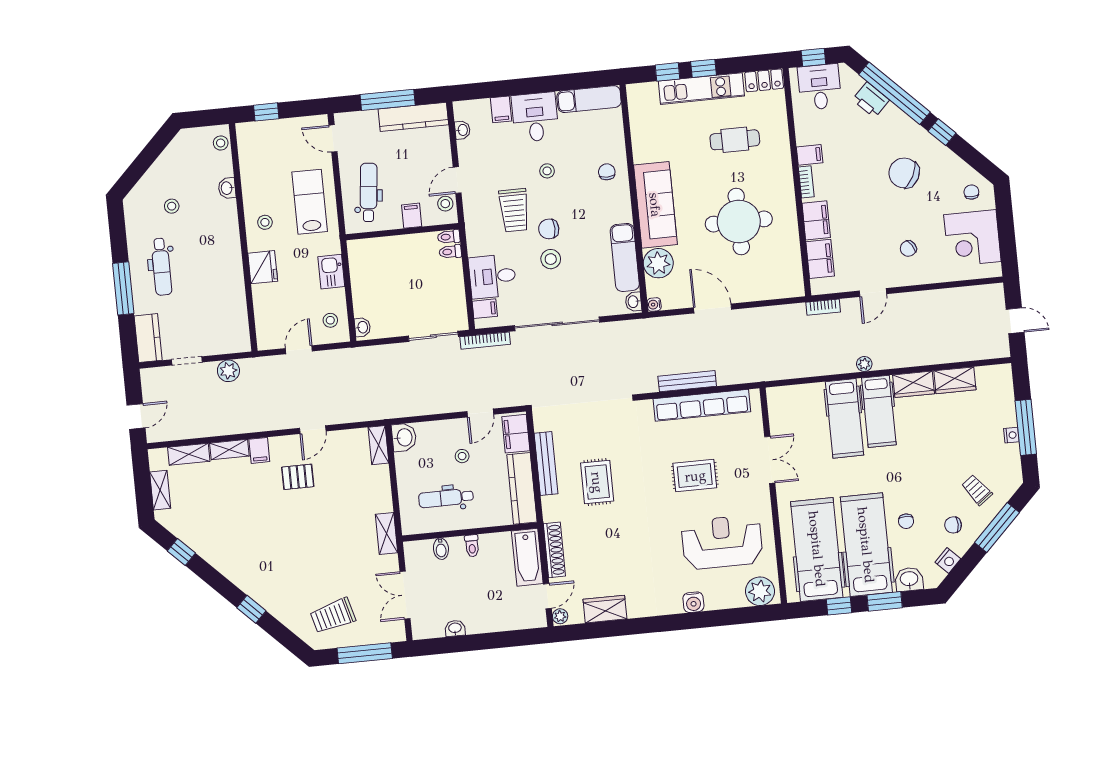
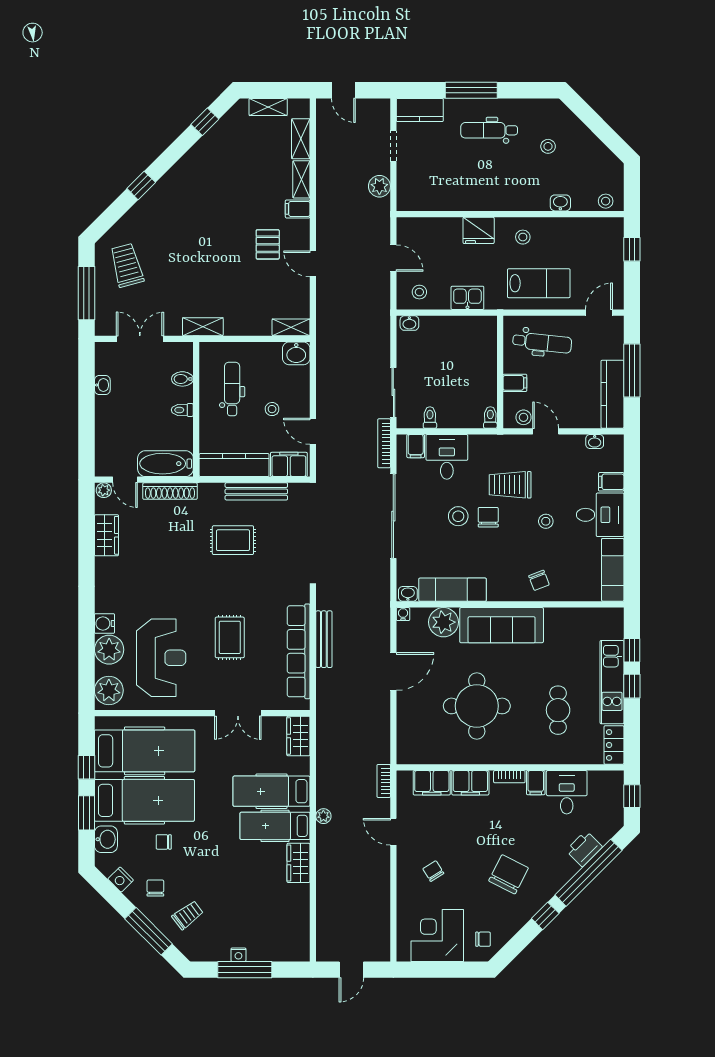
desk: (820, 87) -> (567, 792), moved, turned -90
chair: (607, 172) -> (539, 580), turned 69
toilet: (450, 252) -> (430, 418), moved
wardrobe: (955, 380) -> (298, 736), moved
plant: (719, 595) -> (109, 650), added

